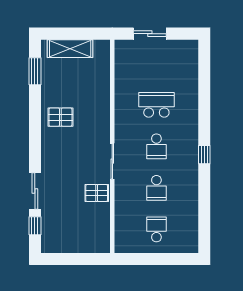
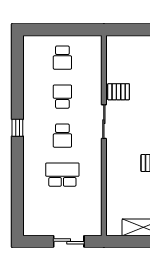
school desk: (156, 105) -> (62, 175), turned 180
school desk: (156, 146) -> (62, 136), turned 180

